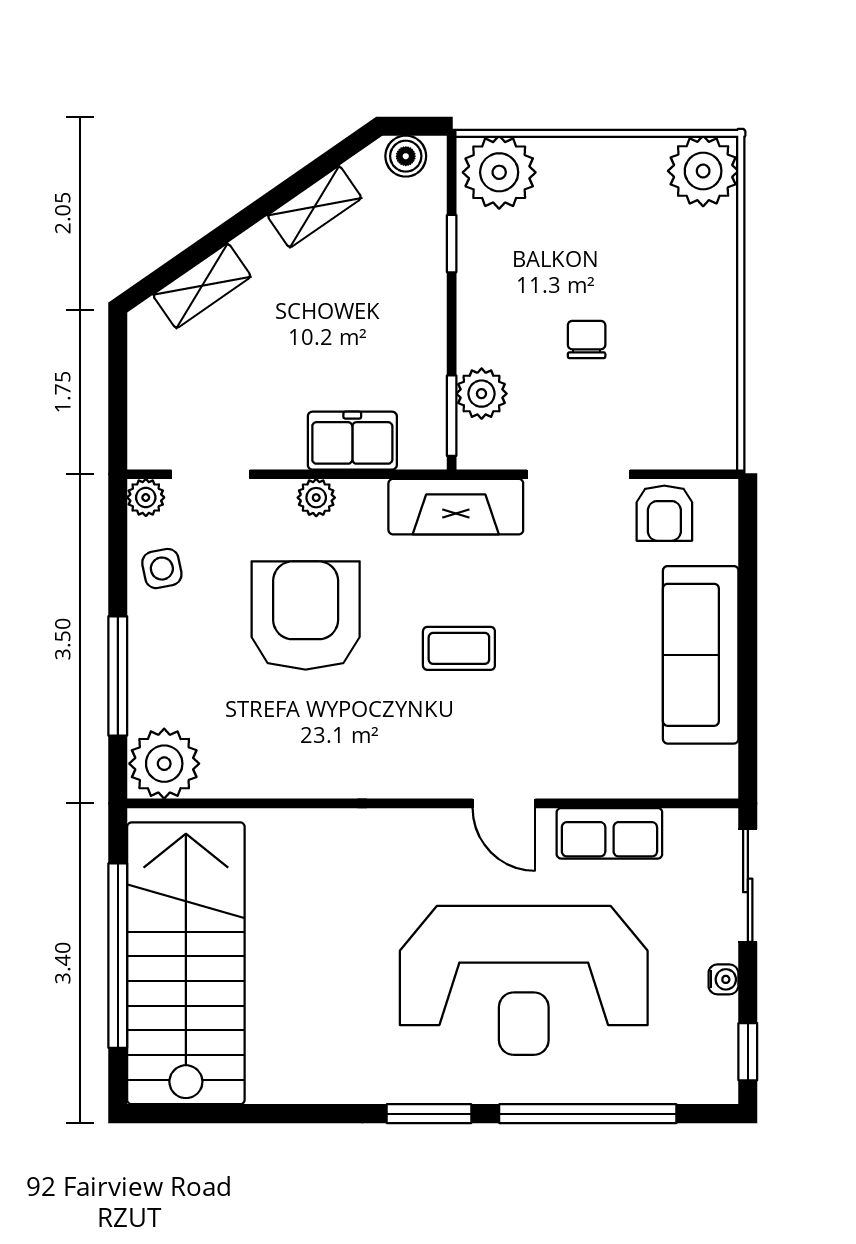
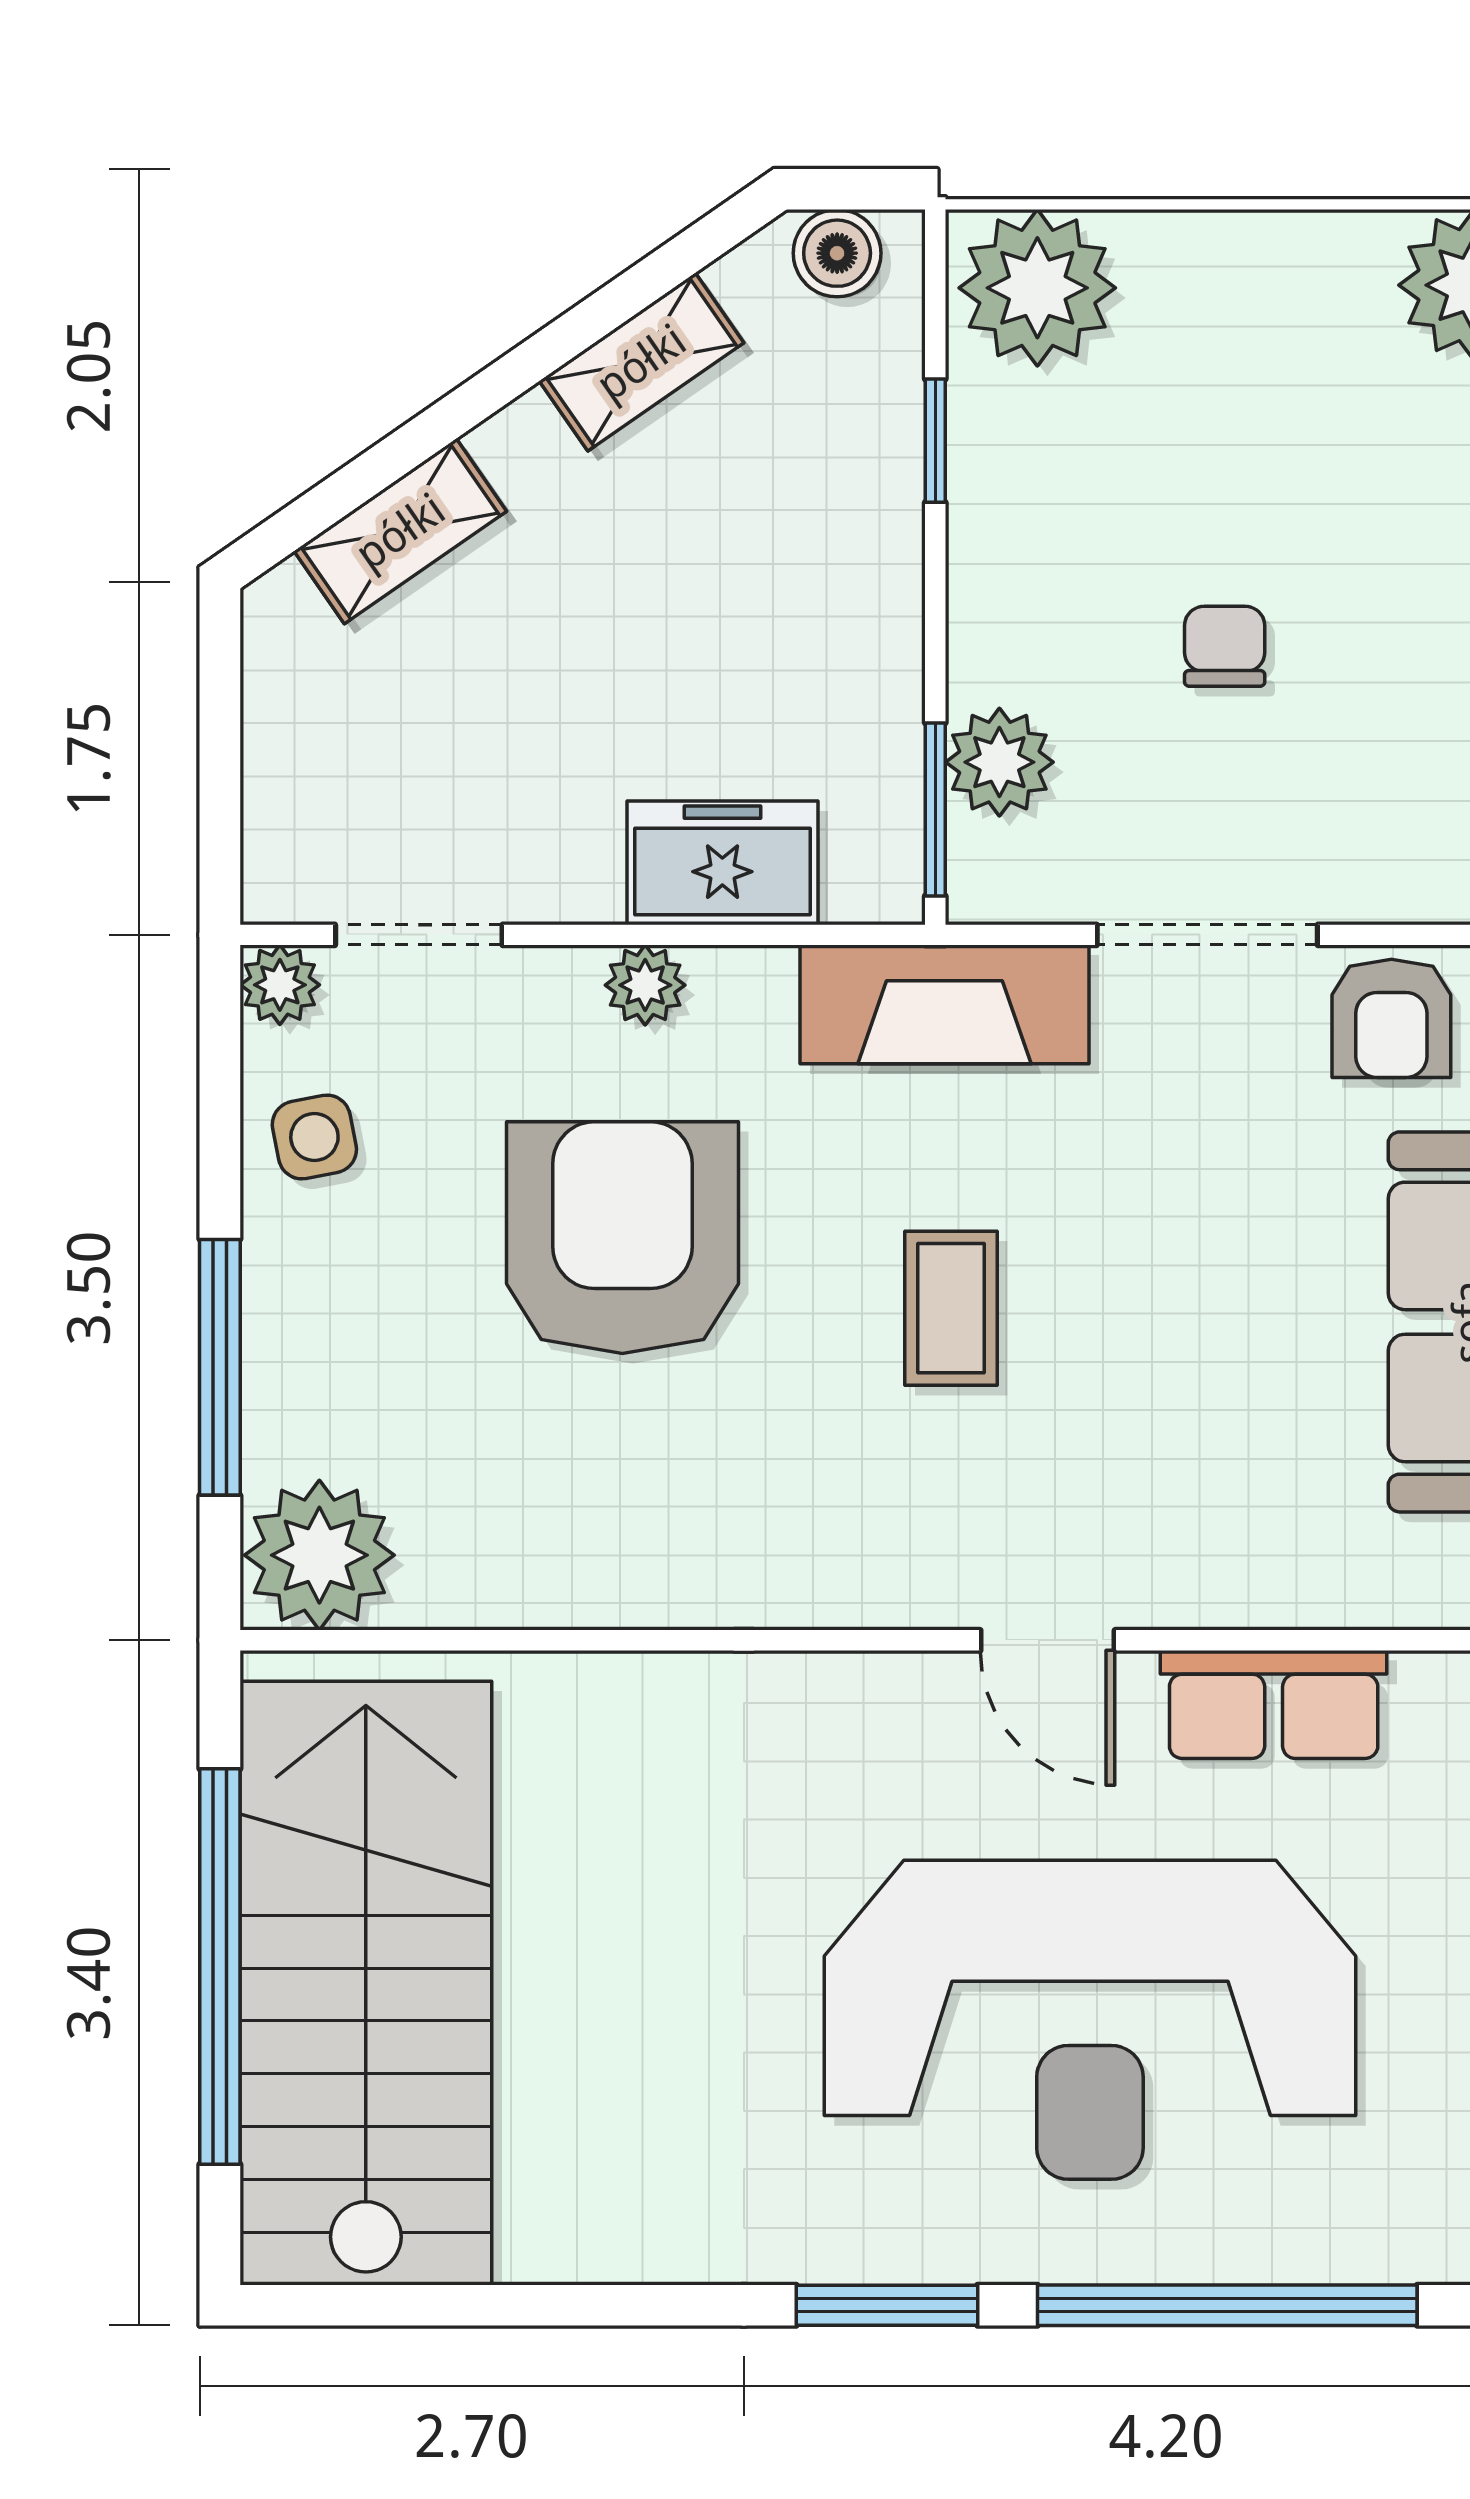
coffee table: (459, 648) -> (951, 1308), turned 90

